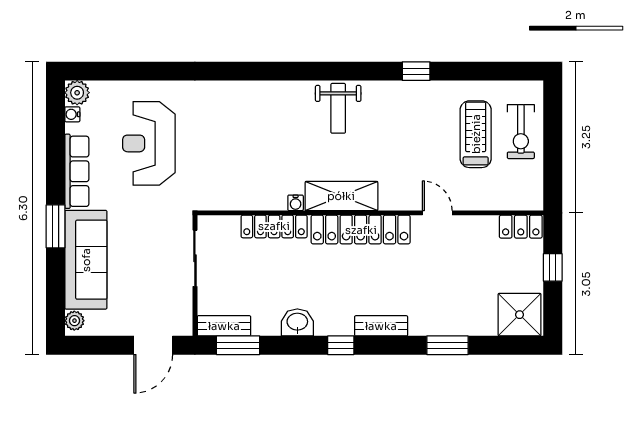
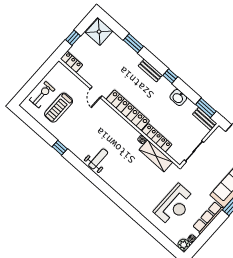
shelving: (341, 196) -> (156, 156), moved

